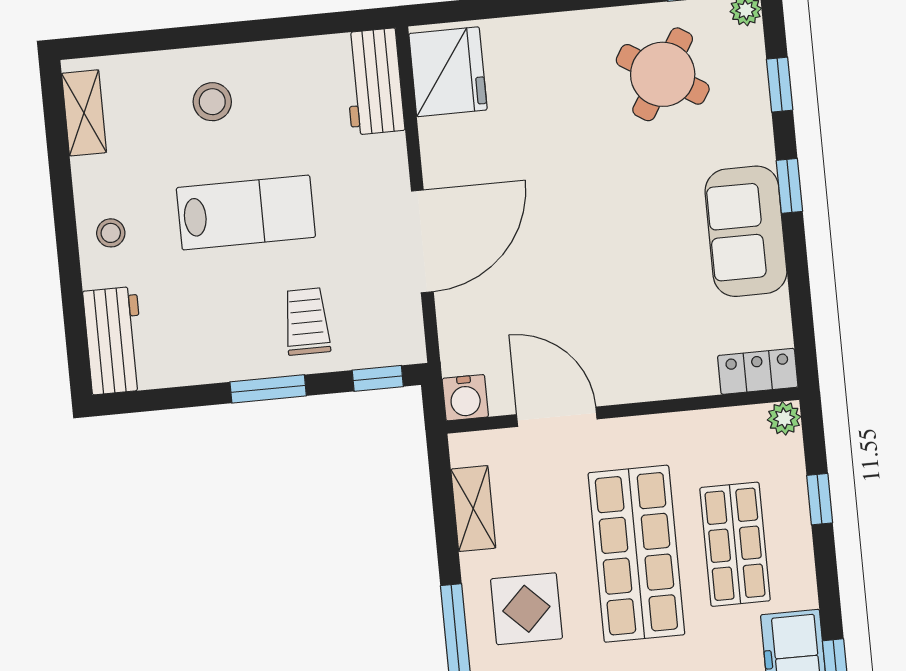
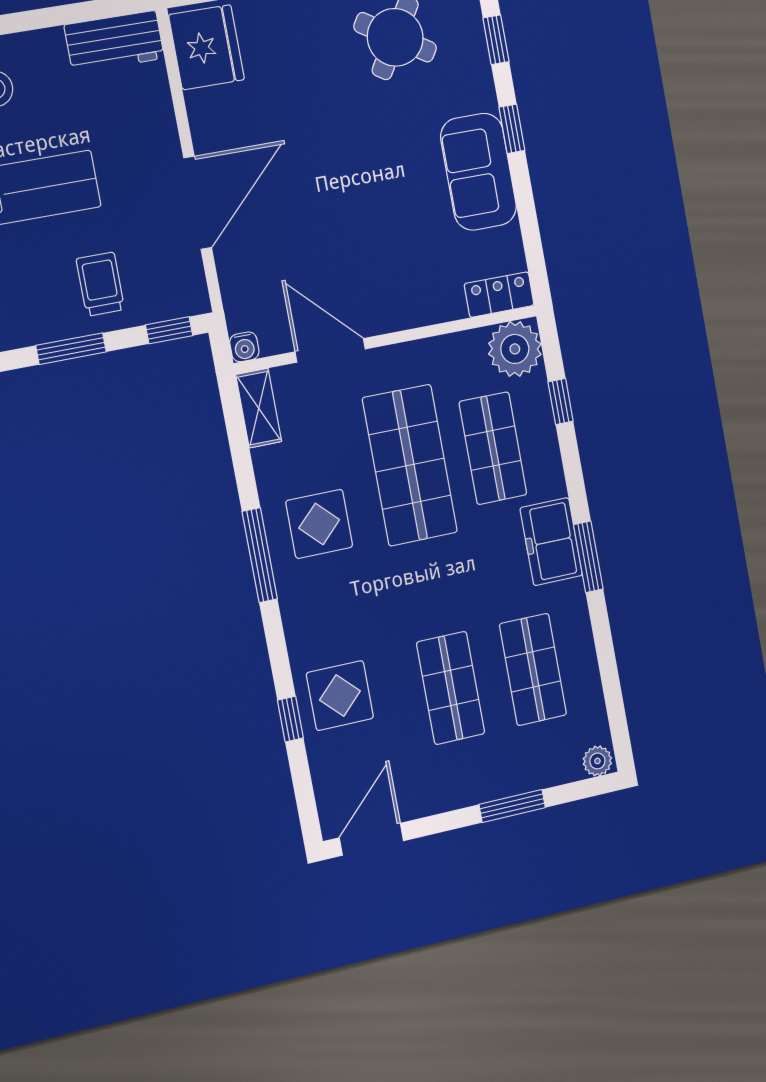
workbench: (374, 82) -> (114, 42), moved, turned -90
water cooler: (465, 398) -> (244, 347), width x0.72, depth x0.72
plant: (784, 418) -> (515, 349), width x1.88, depth x1.88
shelving: (473, 509) -> (259, 408), moved

